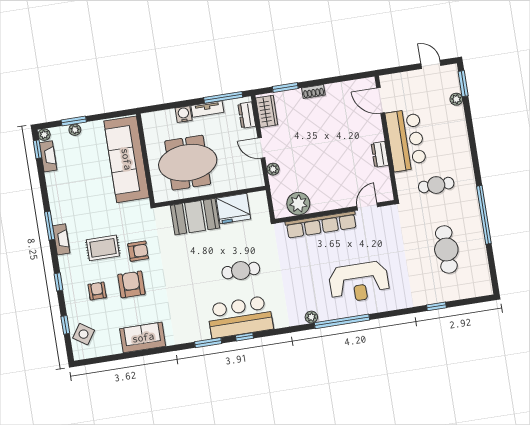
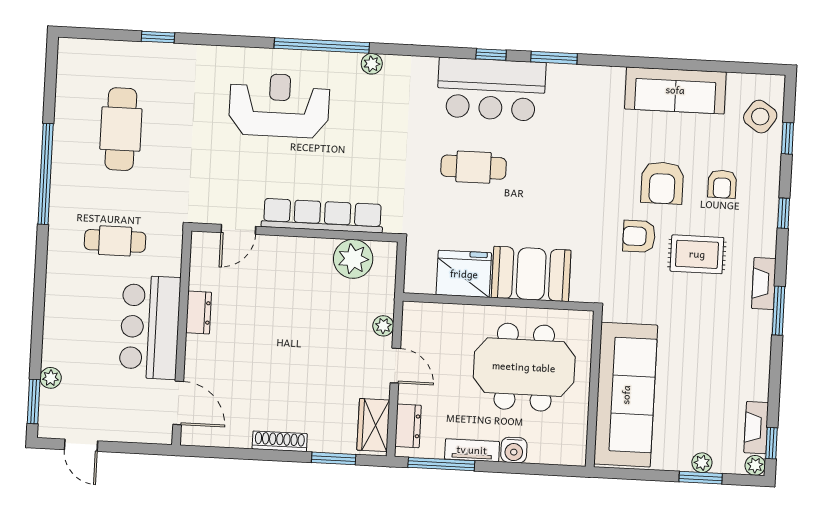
shoe rack: (313, 92) -> (280, 441), width x1.43
sofa: (143, 337) -> (675, 90), width x1.36

